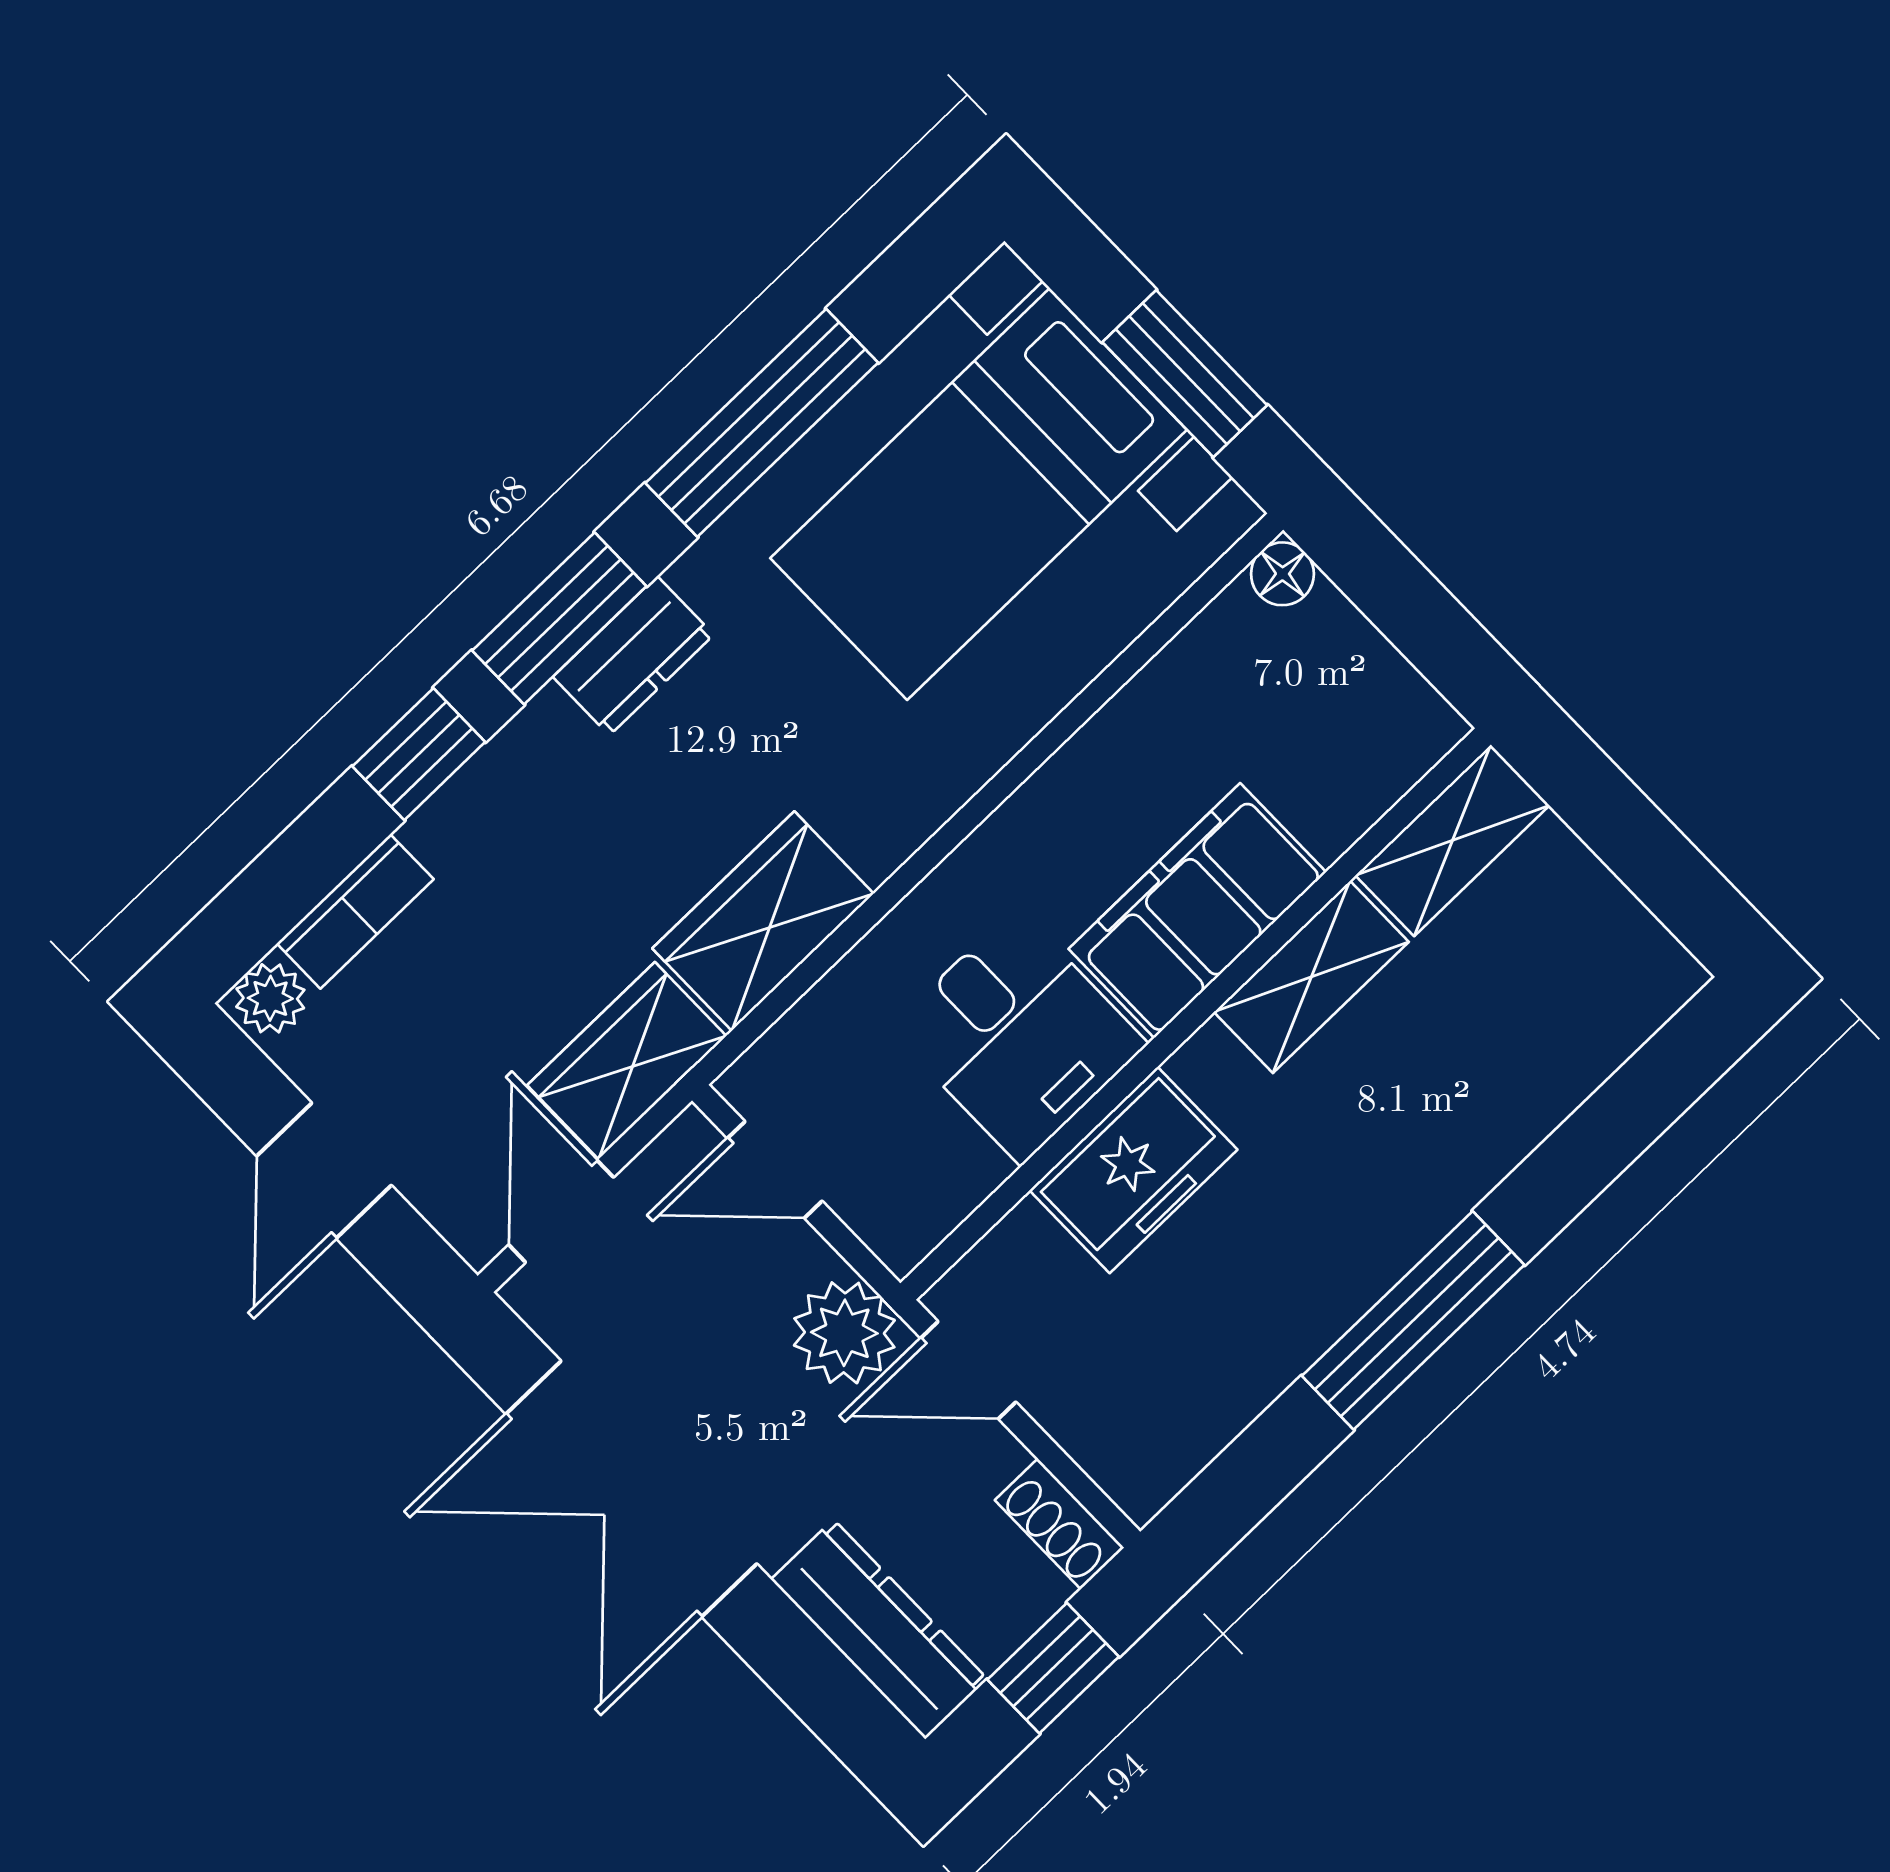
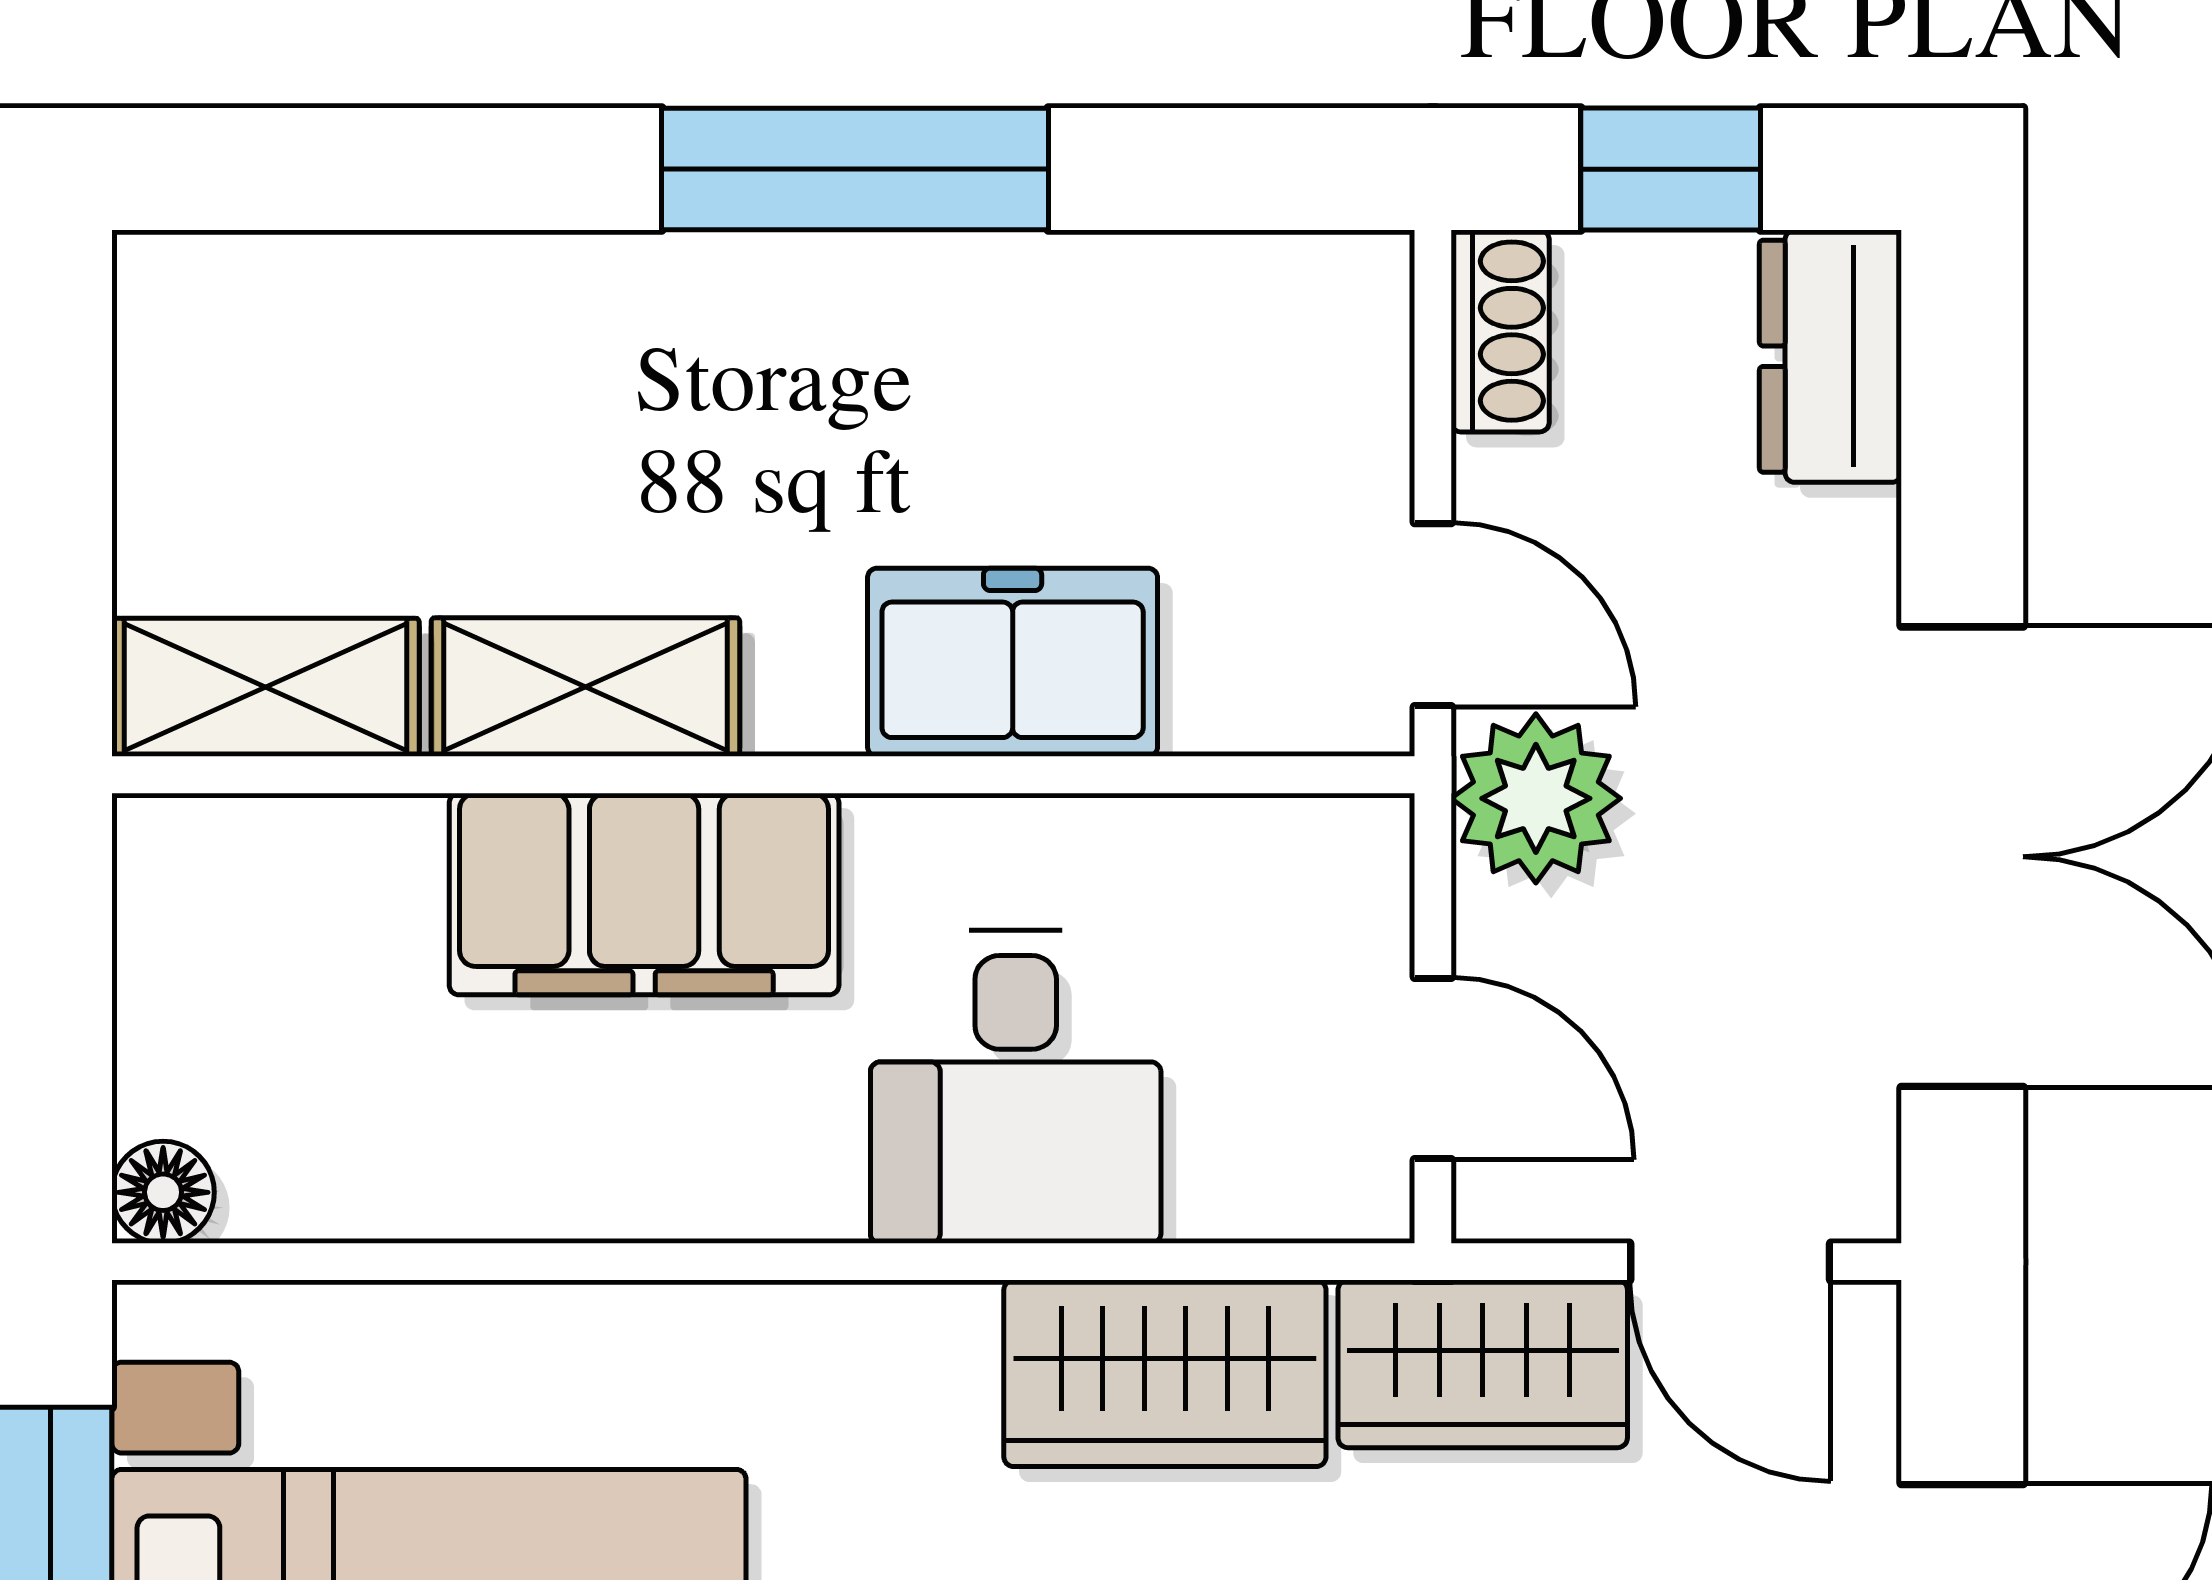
desk: (1018, 1036) -> (1016, 1087), moved, turned 180
door: (561, 1211) -> (1730, 1262), hinge flipped
dresser: (879, 1629) -> (1830, 356), width x0.70

